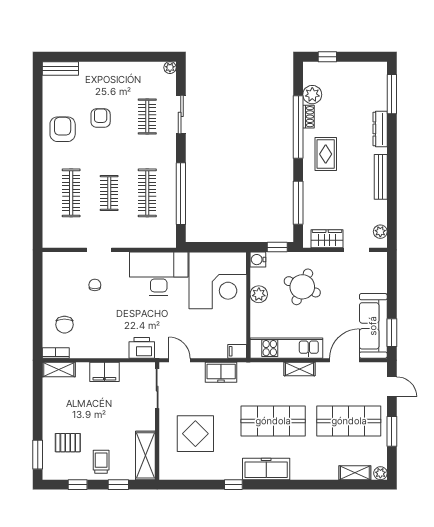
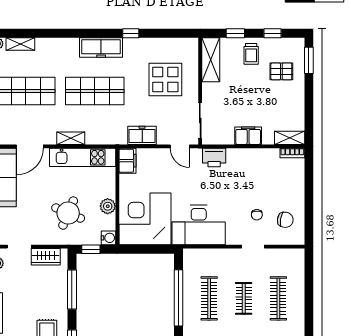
chair: (64, 325) -> (285, 220), moved, turned 99
filing cabinet: (237, 351) -> (127, 161), width x2.00

